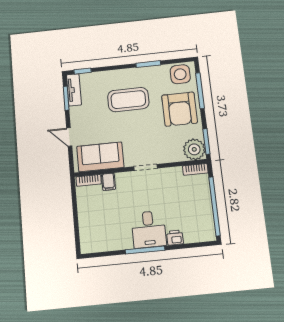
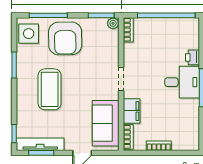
tv unit: (74, 90) -> (40, 144), width x1.41
armchair: (180, 109) -> (65, 38), turned 89
plant: (194, 149) -> (113, 23), width x0.53, depth x0.53
filing cabinet: (109, 182) -> (132, 111), width x2.00
bookcase: (82, 212) -> (159, 146), added

